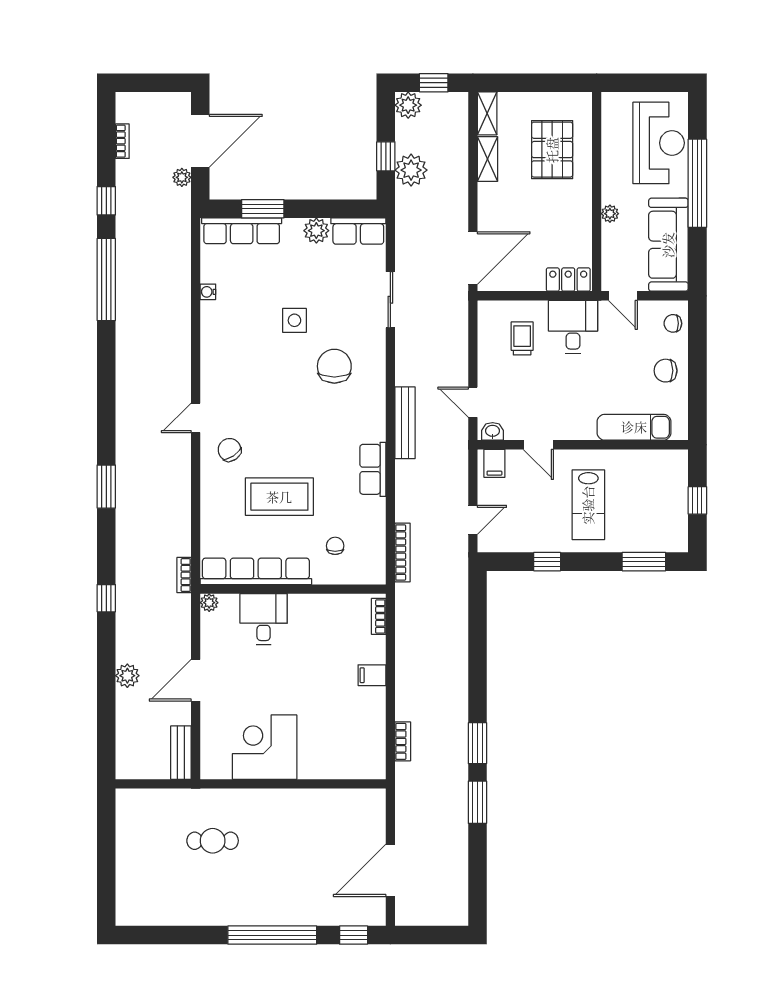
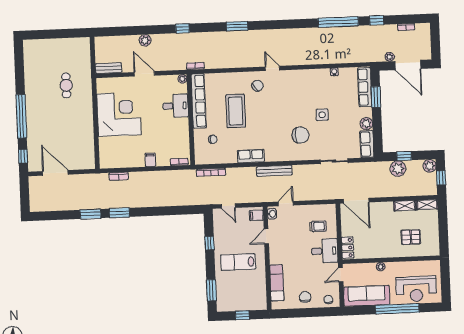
pallet: (552, 150) -> (411, 237), width x0.67, depth x0.71
corner desk: (265, 747) -> (119, 114), width x1.36, depth x1.36

